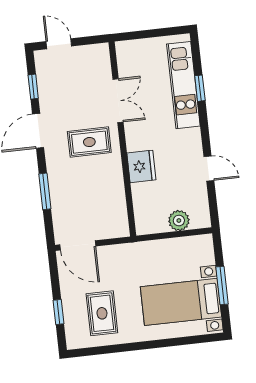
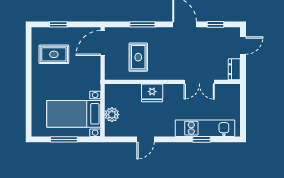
dresser: (94, 52) -> (234, 69), added
rug: (89, 142) -> (138, 57), moved
bed with nightstands: (181, 302) -> (74, 114), moved, turned -90

